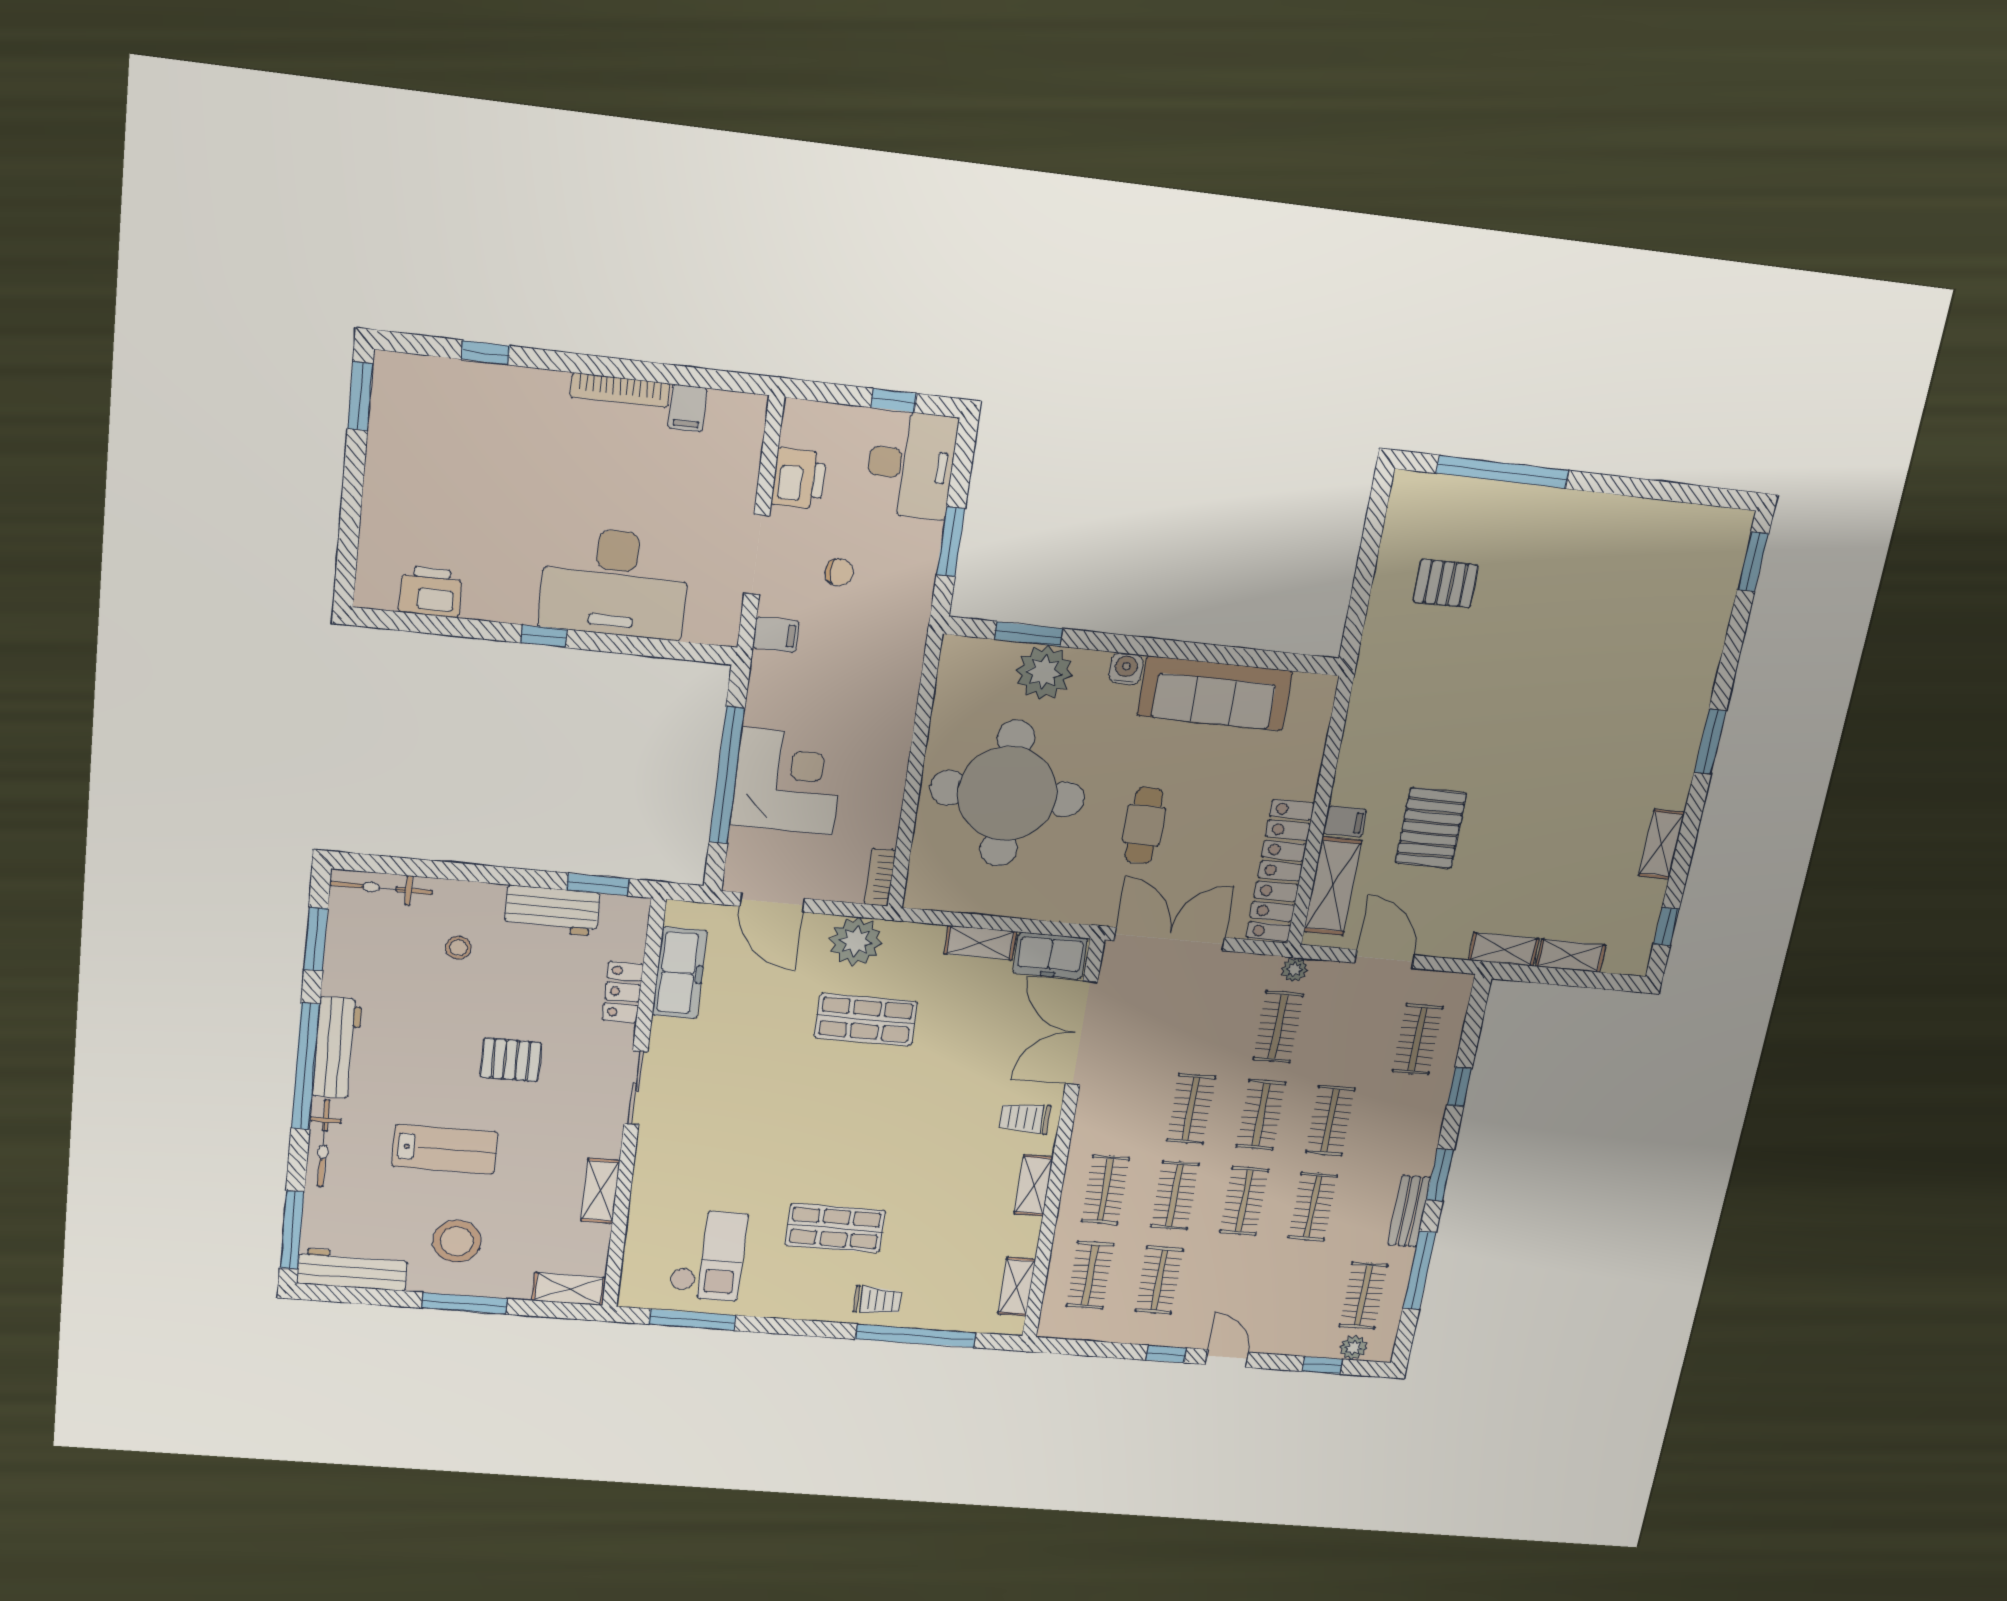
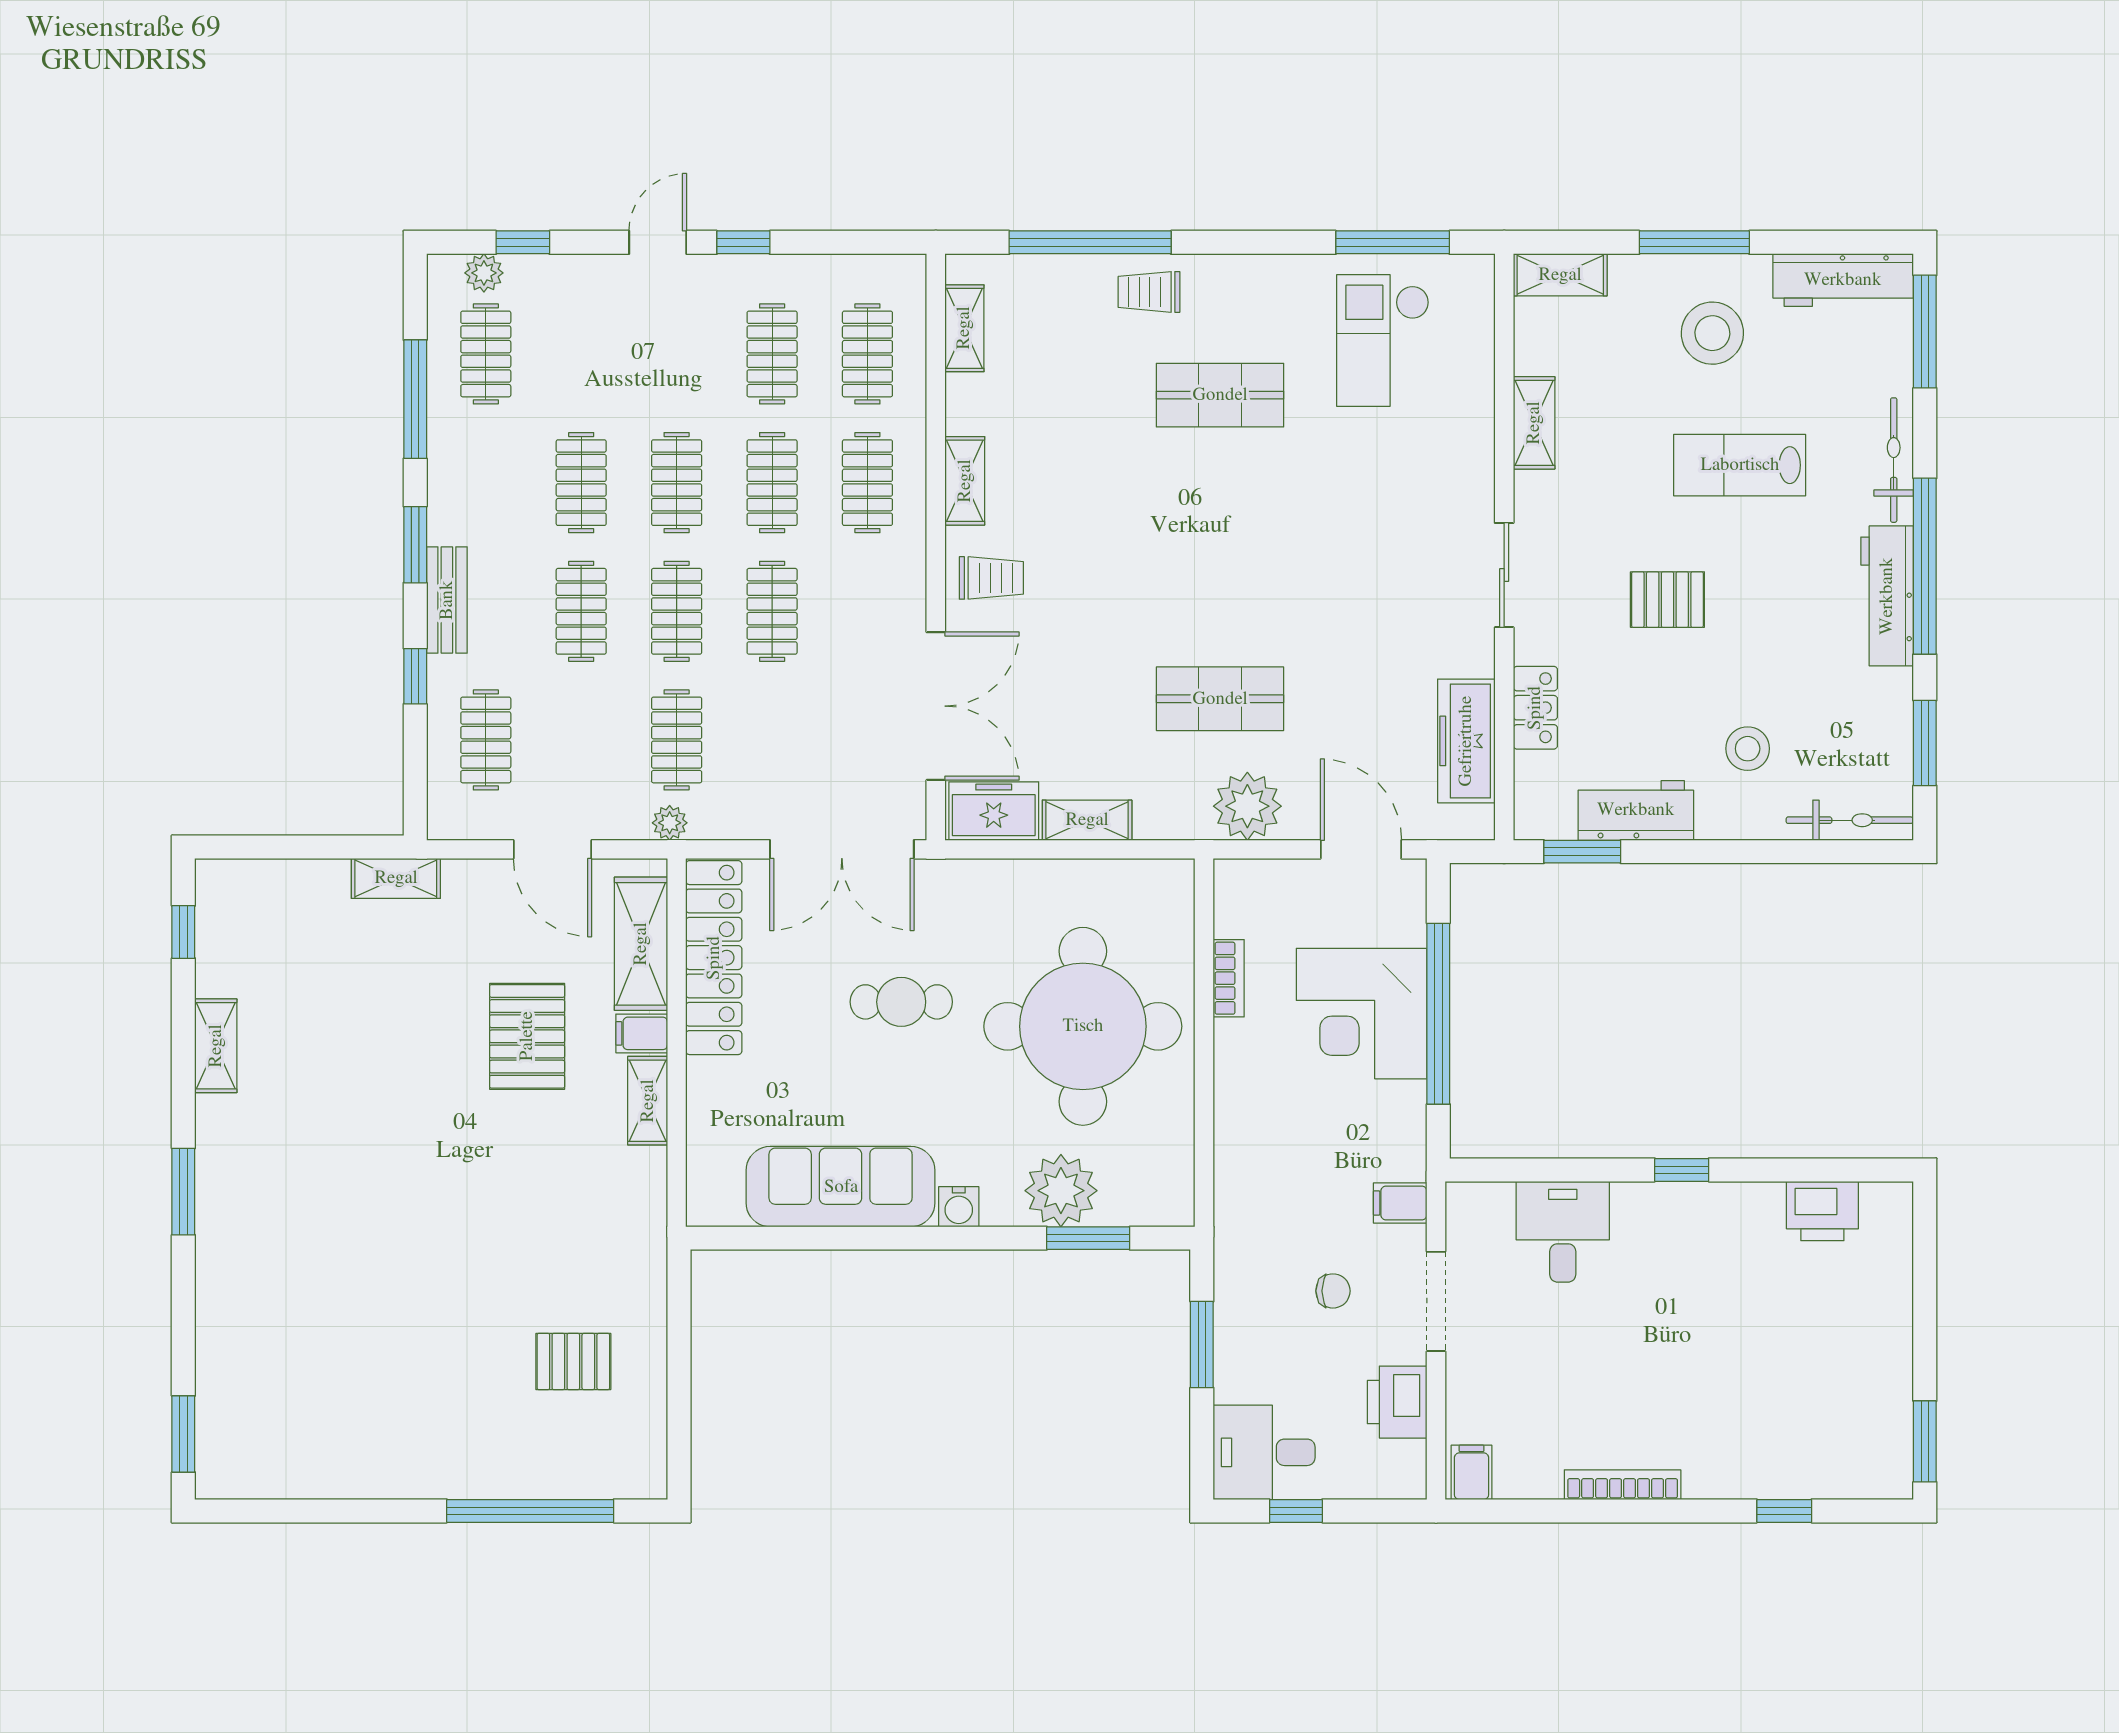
filing cabinet: (688, 408) -> (1471, 1472), moved
desk: (911, 465) -> (1264, 1452), width x0.73
chair: (839, 572) -> (1333, 1291), turned 180
desk: (615, 583) -> (1563, 1232), width x0.53, depth x0.77
cafe table: (1144, 825) -> (901, 1002), turned 90
bookcase: (880, 877) -> (1229, 978), moved
stool: (458, 948) -> (1748, 749), width x1.37, depth x1.37
shelving: (1571, 956) -> (648, 1101), moved, turned 90
bench: (1409, 1211) -> (447, 600), moved
door: (1227, 1358) -> (658, 242), swing flipped

